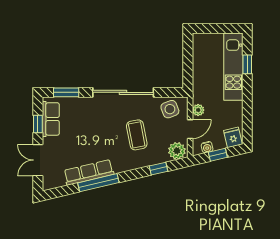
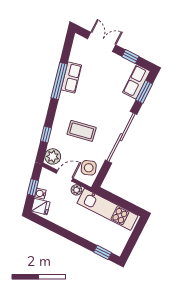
window: (247, 64) -> (103, 252), moved
kitchen unit: (233, 67) -> (108, 209), moved, turned 180
row of seats: (51, 119) -> (136, 82), moved, turned 90
door: (190, 129) -> (65, 176), swing flipped
water cooler: (207, 147) -> (40, 194), moved
row of seats: (89, 172) -> (71, 77), width x0.68

